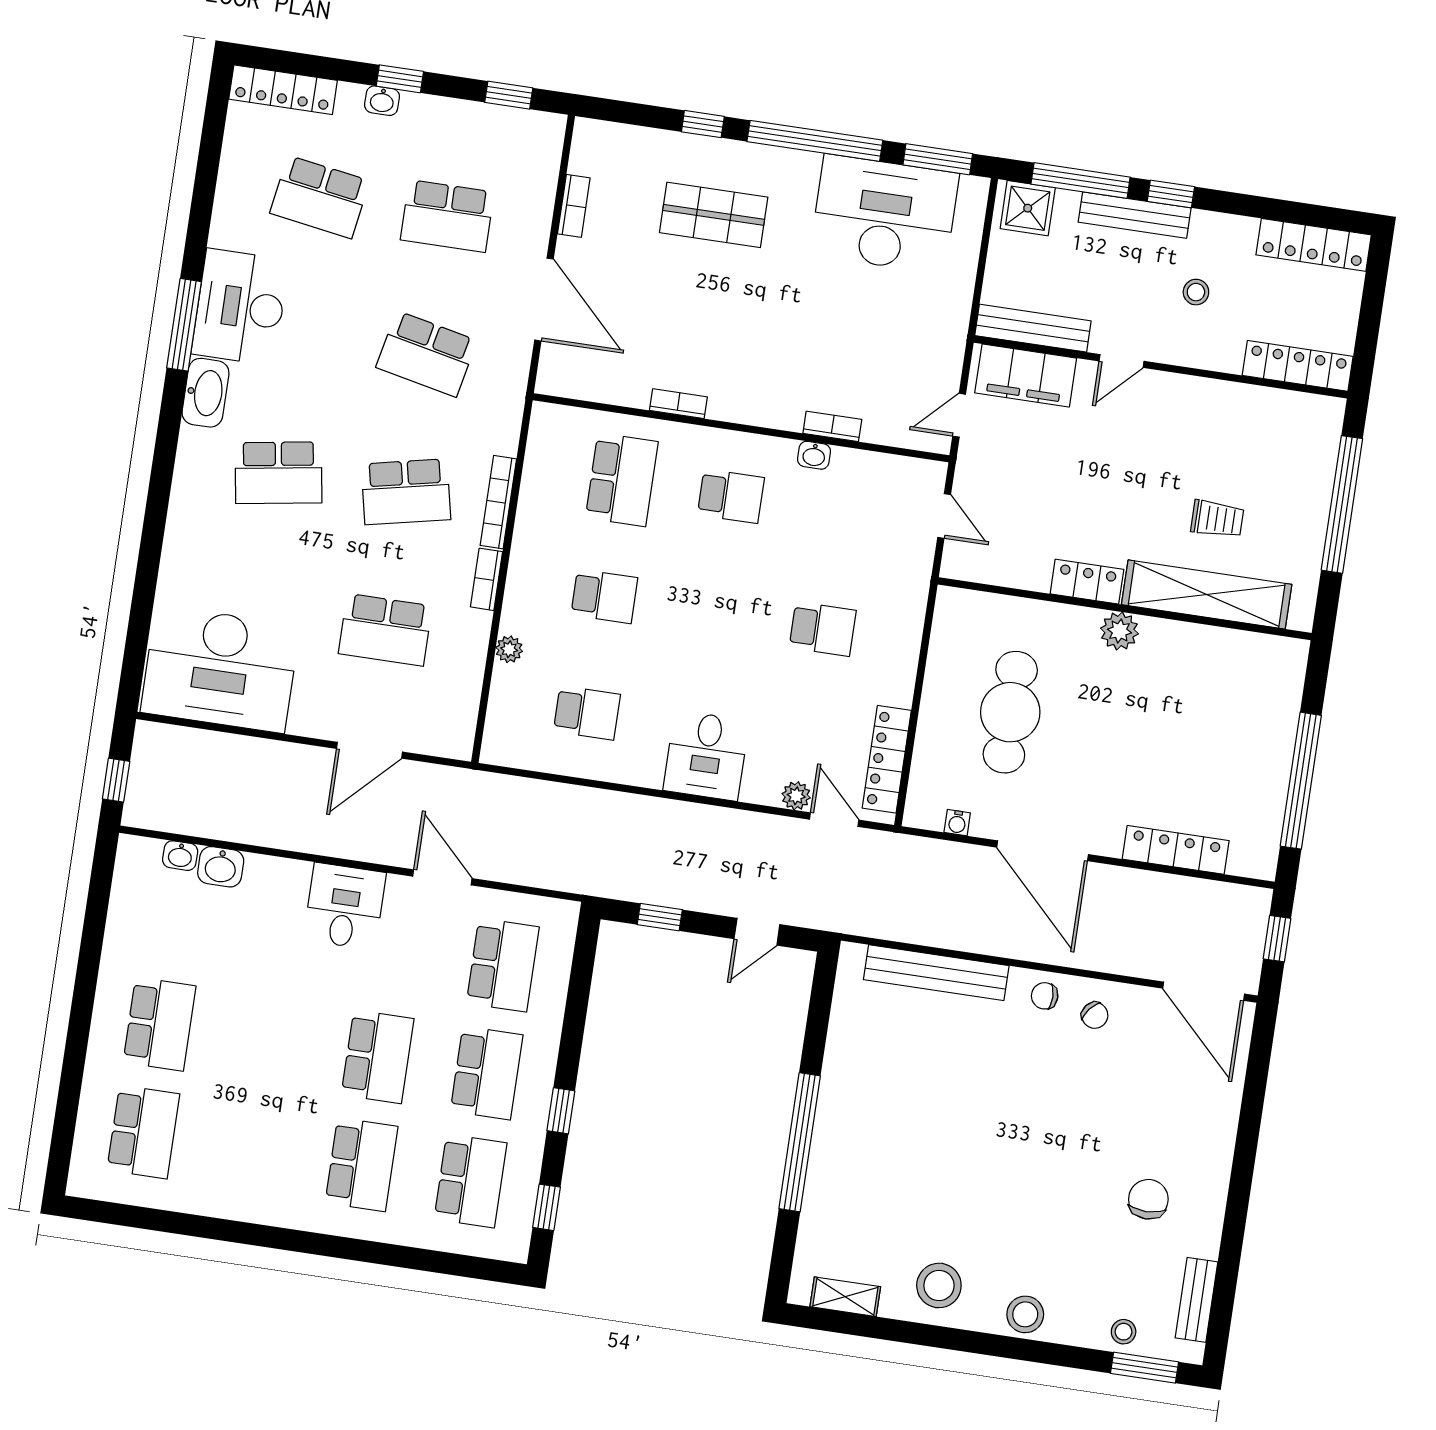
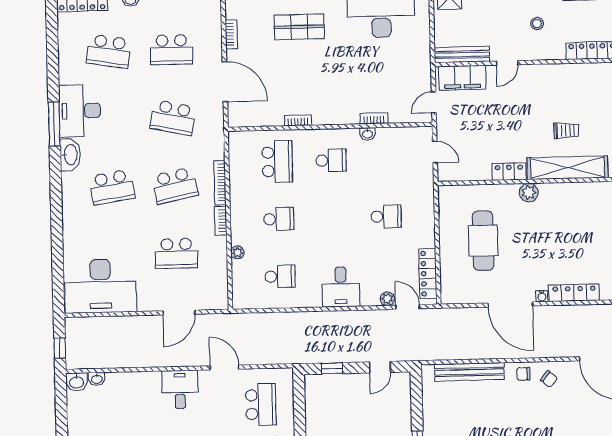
water cooler: (957, 823) -> (542, 296), moved
washbasin: (221, 867) -> (77, 382), moved

